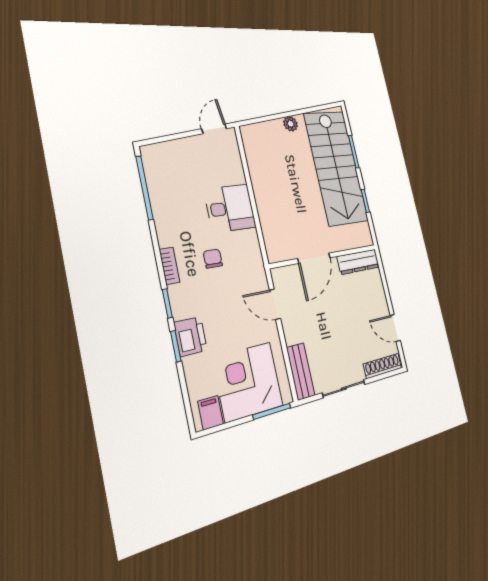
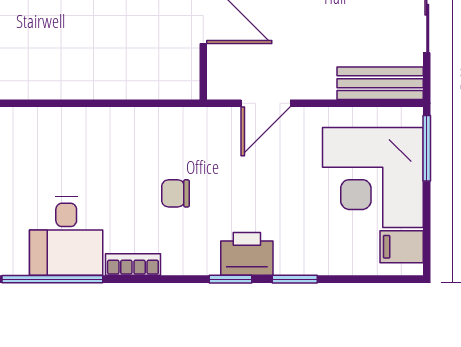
desk: (230, 208) -> (66, 236), moved, turned 180
bookcase: (170, 266) -> (133, 265), moved
printer: (191, 336) -> (247, 254), moved

